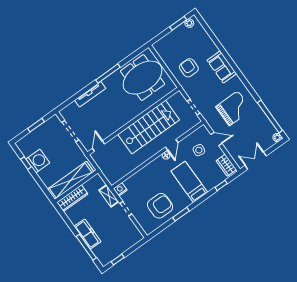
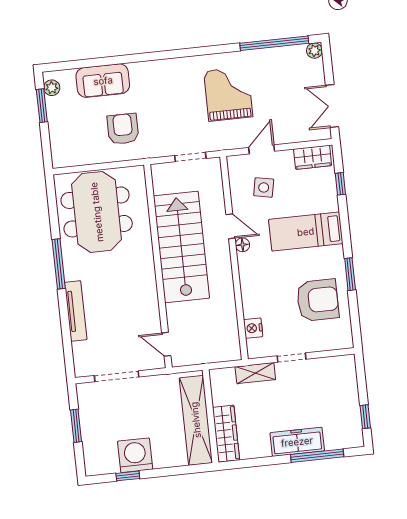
sofa: (222, 67) -> (103, 81), moved
armchair: (189, 68) -> (123, 129), turned 90
nightstand: (120, 189) -> (253, 328), moved
armchair: (160, 206) -> (318, 300), turned 90

